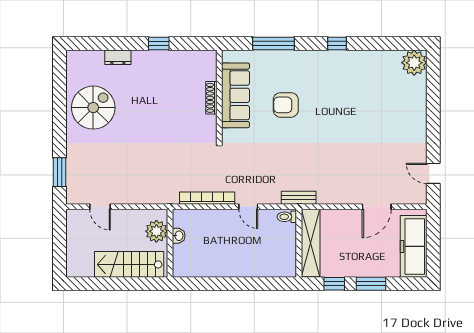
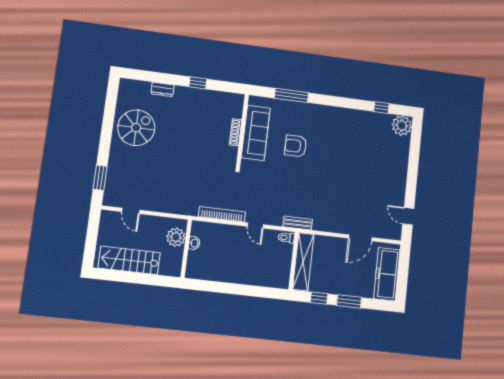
window: (337, 44) -> (381, 108), moved
stairs: (129, 264) -> (129, 260), moved

